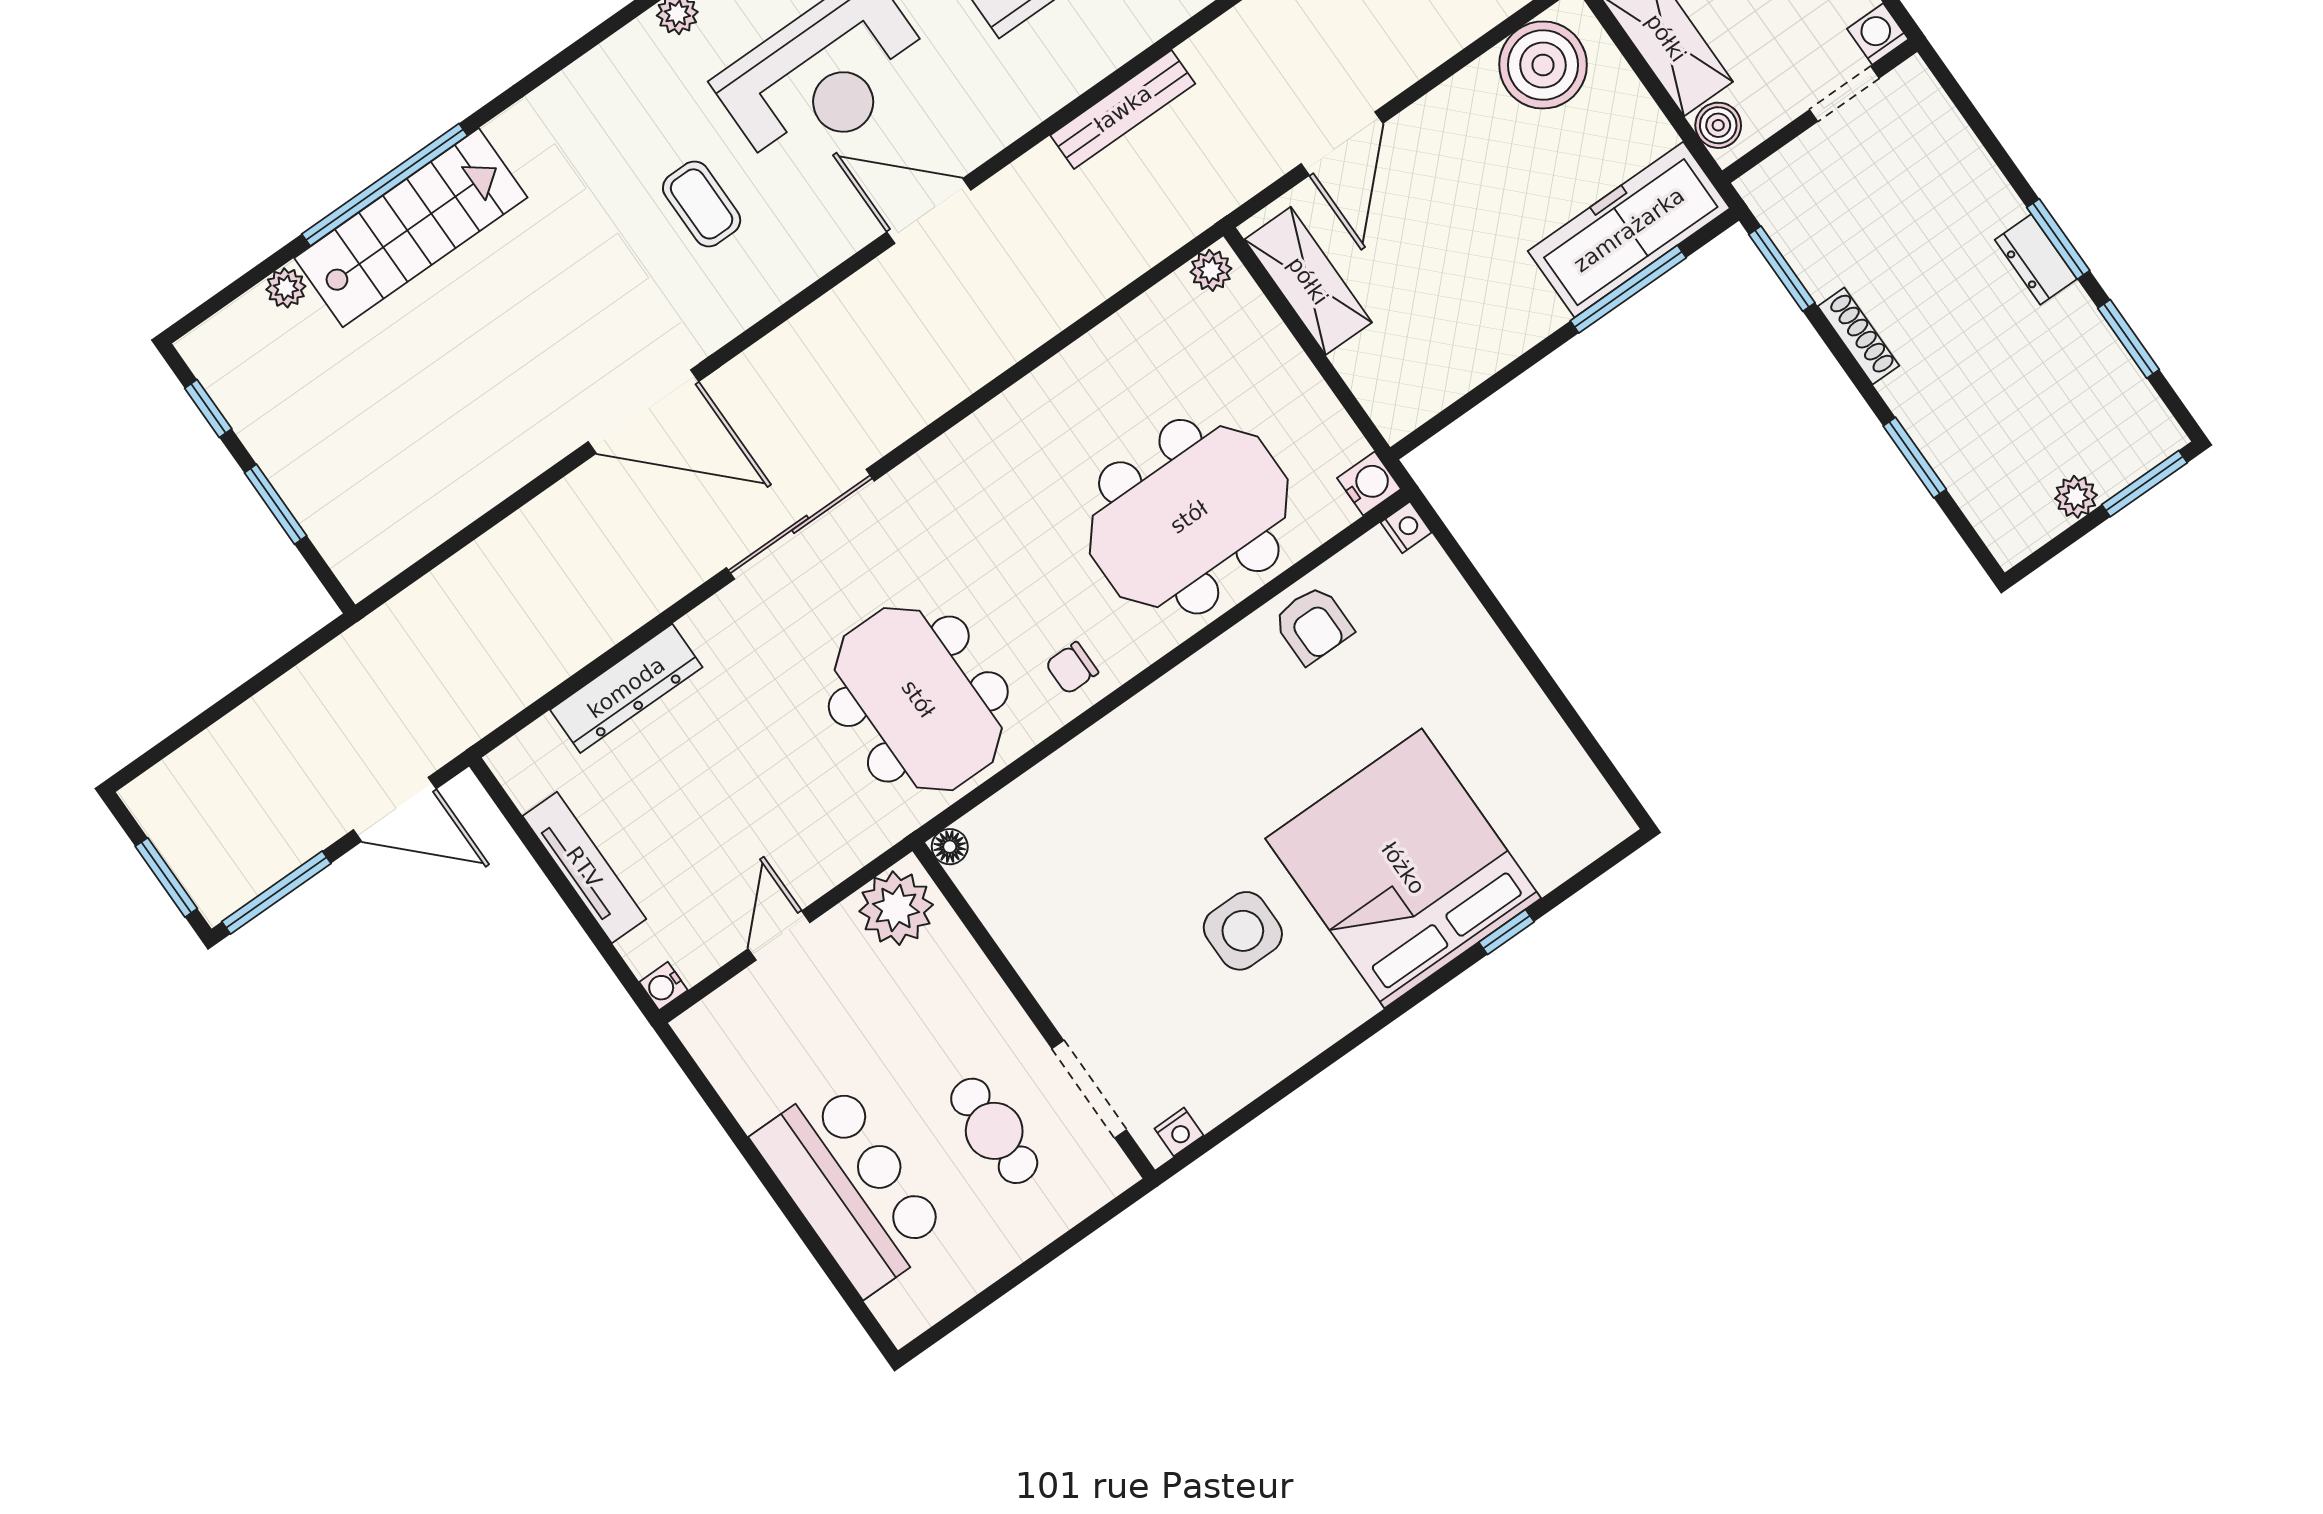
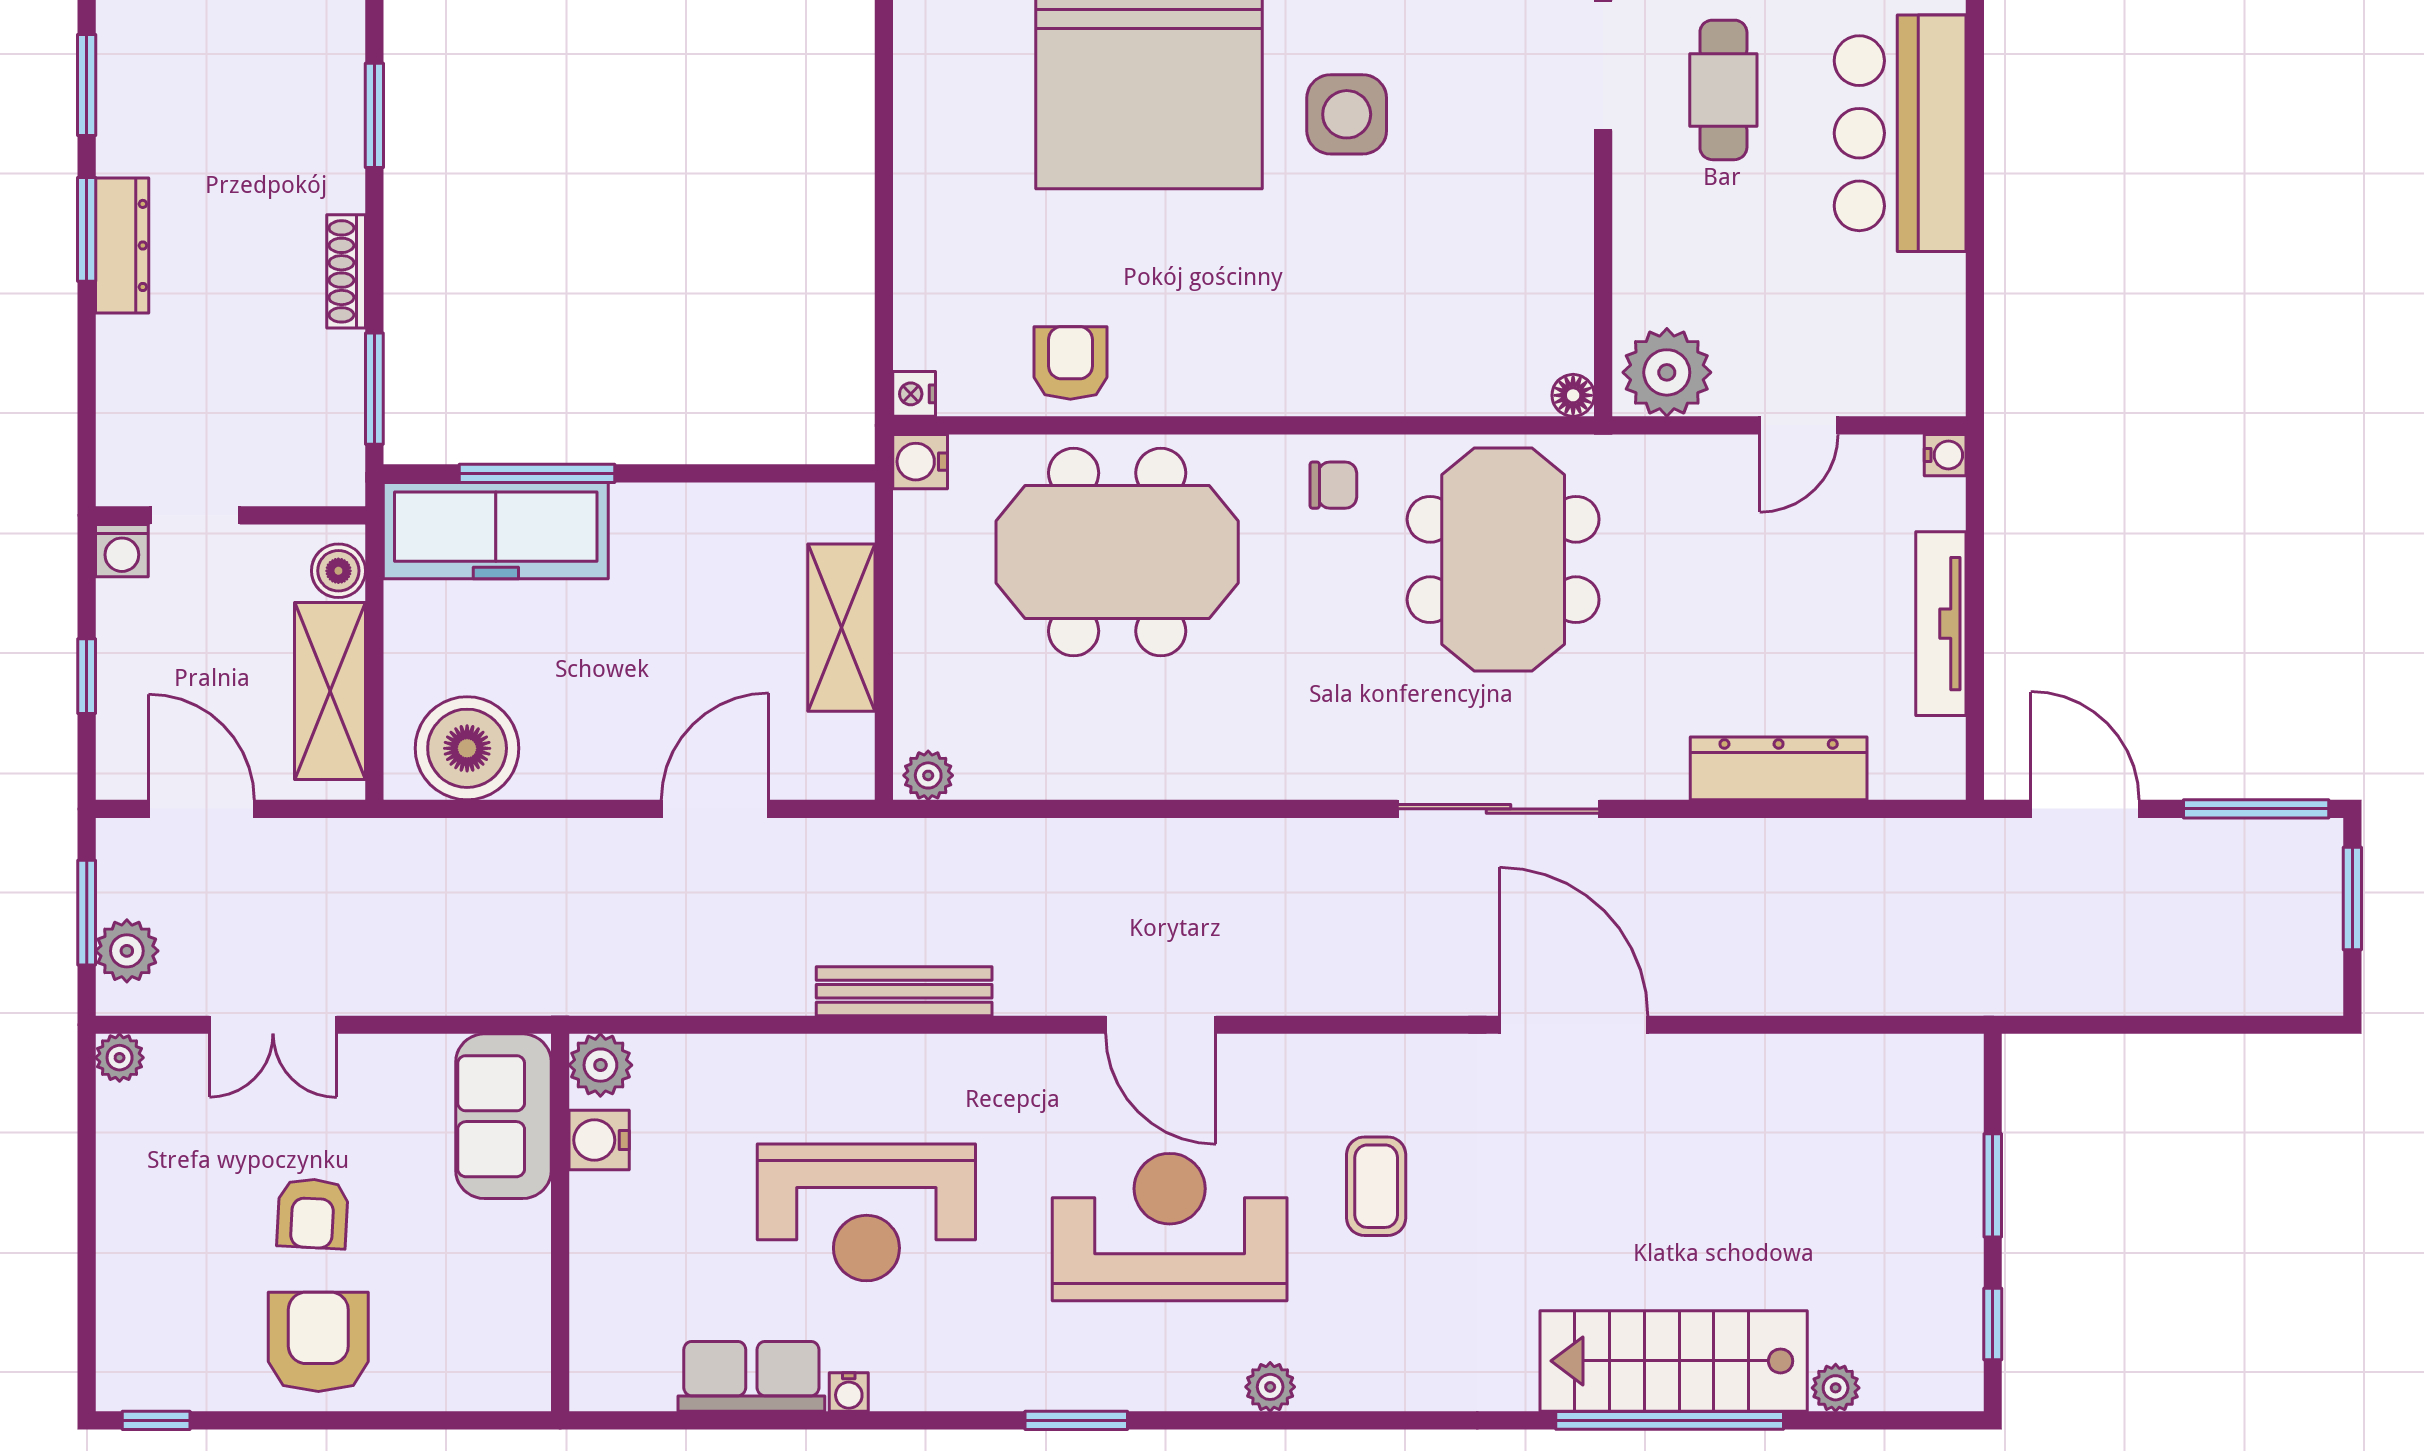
dresser: (2036, 259) -> (122, 245), width x1.44
shelving: (1308, 281) -> (841, 628), moved

